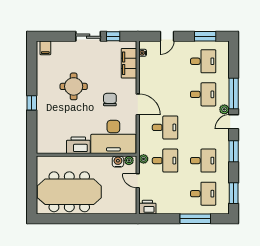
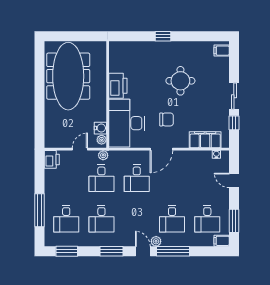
filing cabinet: (224, 48) -> (222, 241), added

